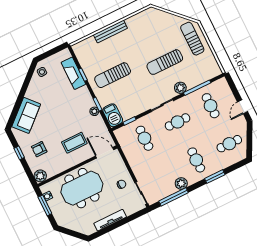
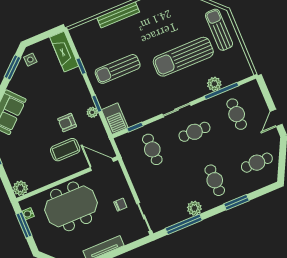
sun lounger: (165, 62) -> (183, 57), width x1.36, depth x1.34
fireplace: (73, 73) -> (64, 52), moved
window: (28, 79) -> (12, 67), added
plant: (180, 88) -> (214, 84), moved
armchair: (39, 149) -> (67, 123), moved

